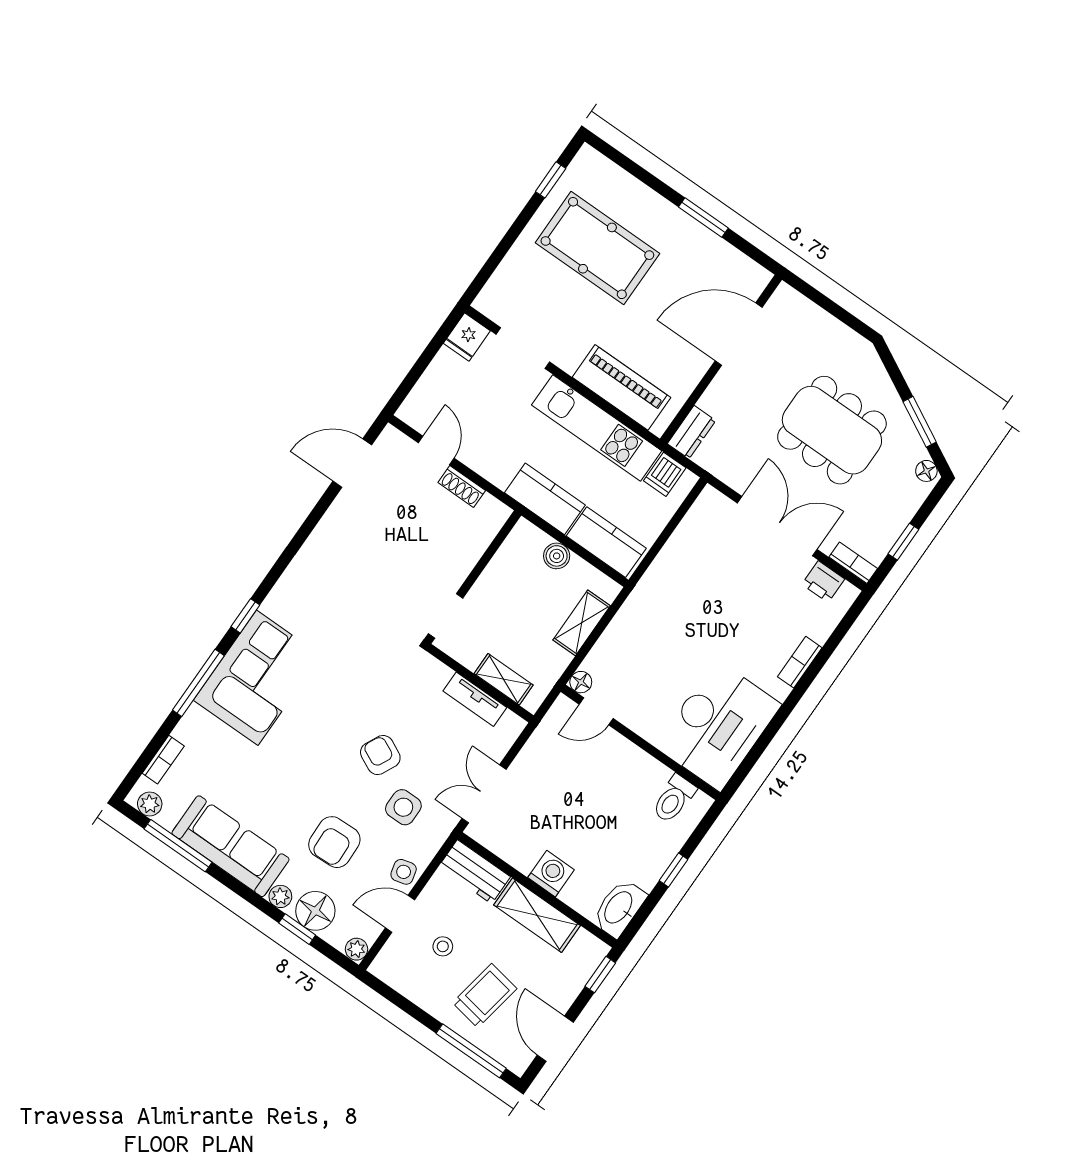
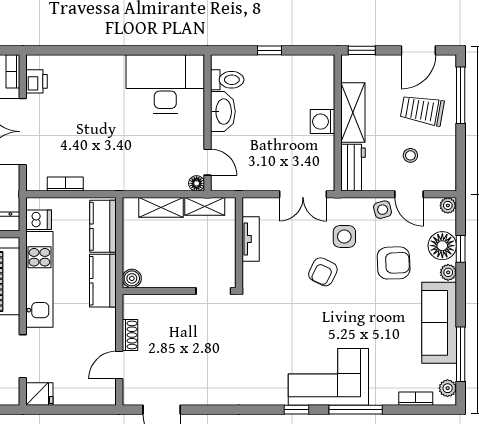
boiler: (557, 556) -> (132, 278), moved
bookcase: (800, 662) -> (65, 184), moved, turned 180
shelving: (504, 679) -> (205, 206), moved, turned 90
washbasin: (619, 908) -> (223, 112), moved, turned -90

